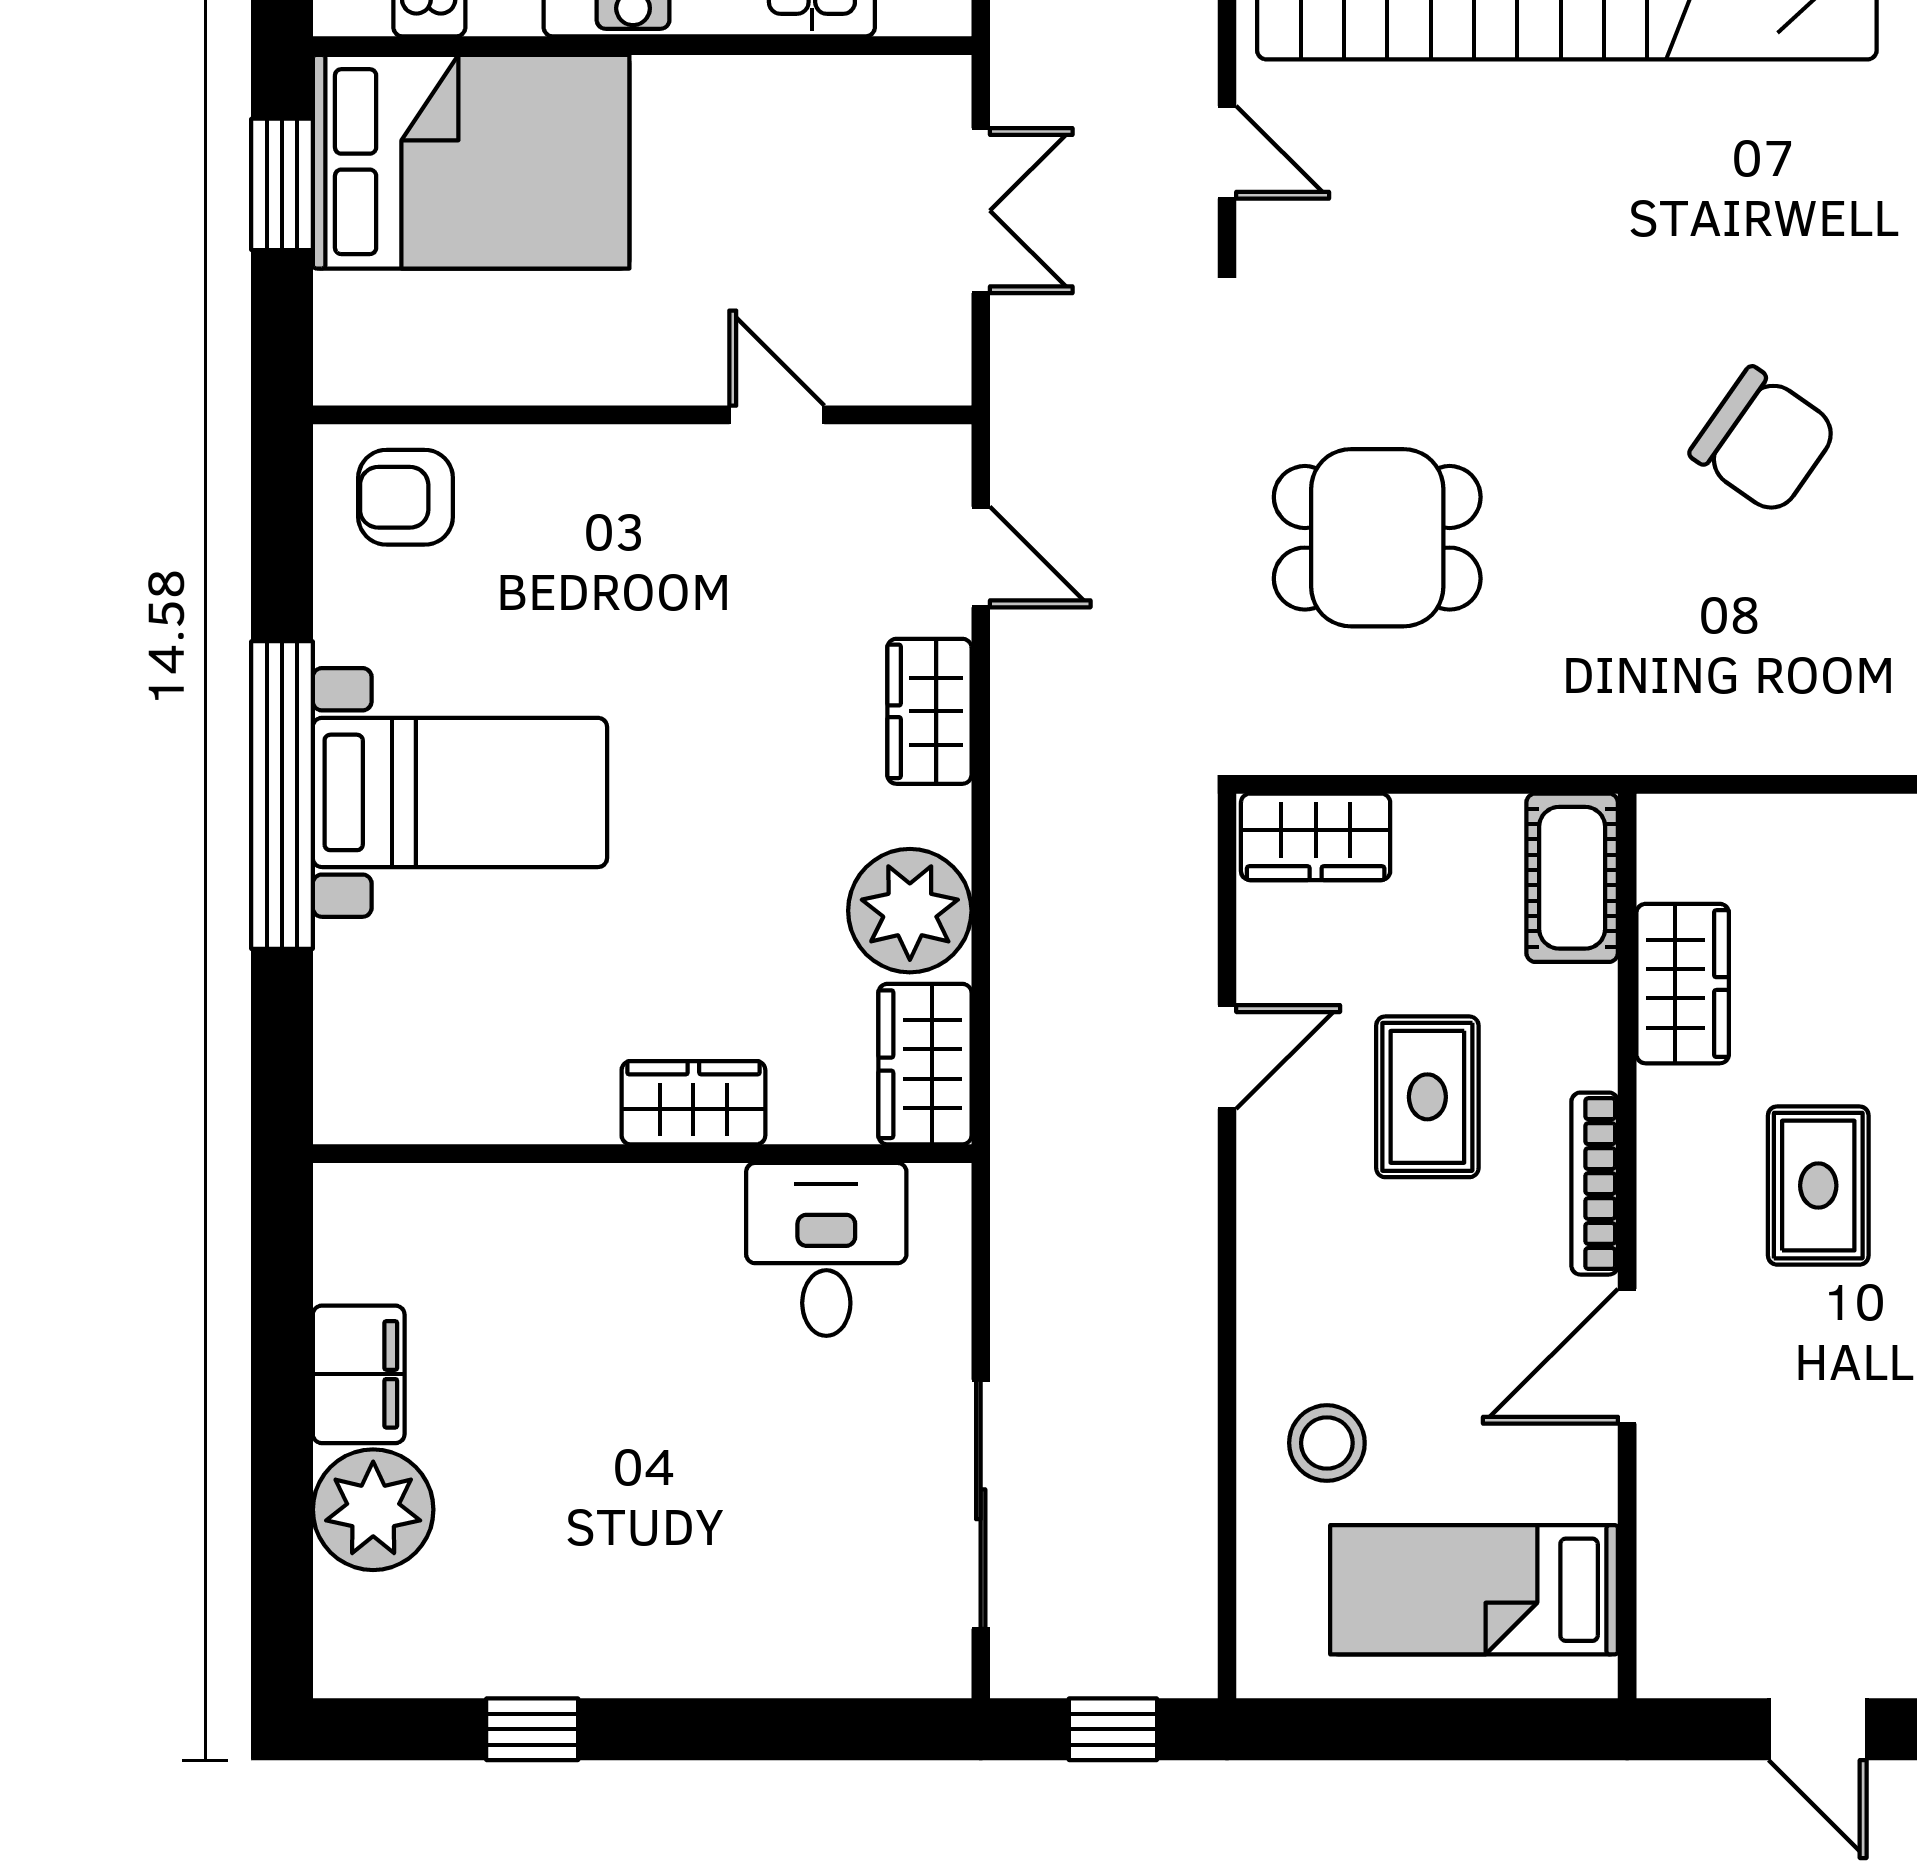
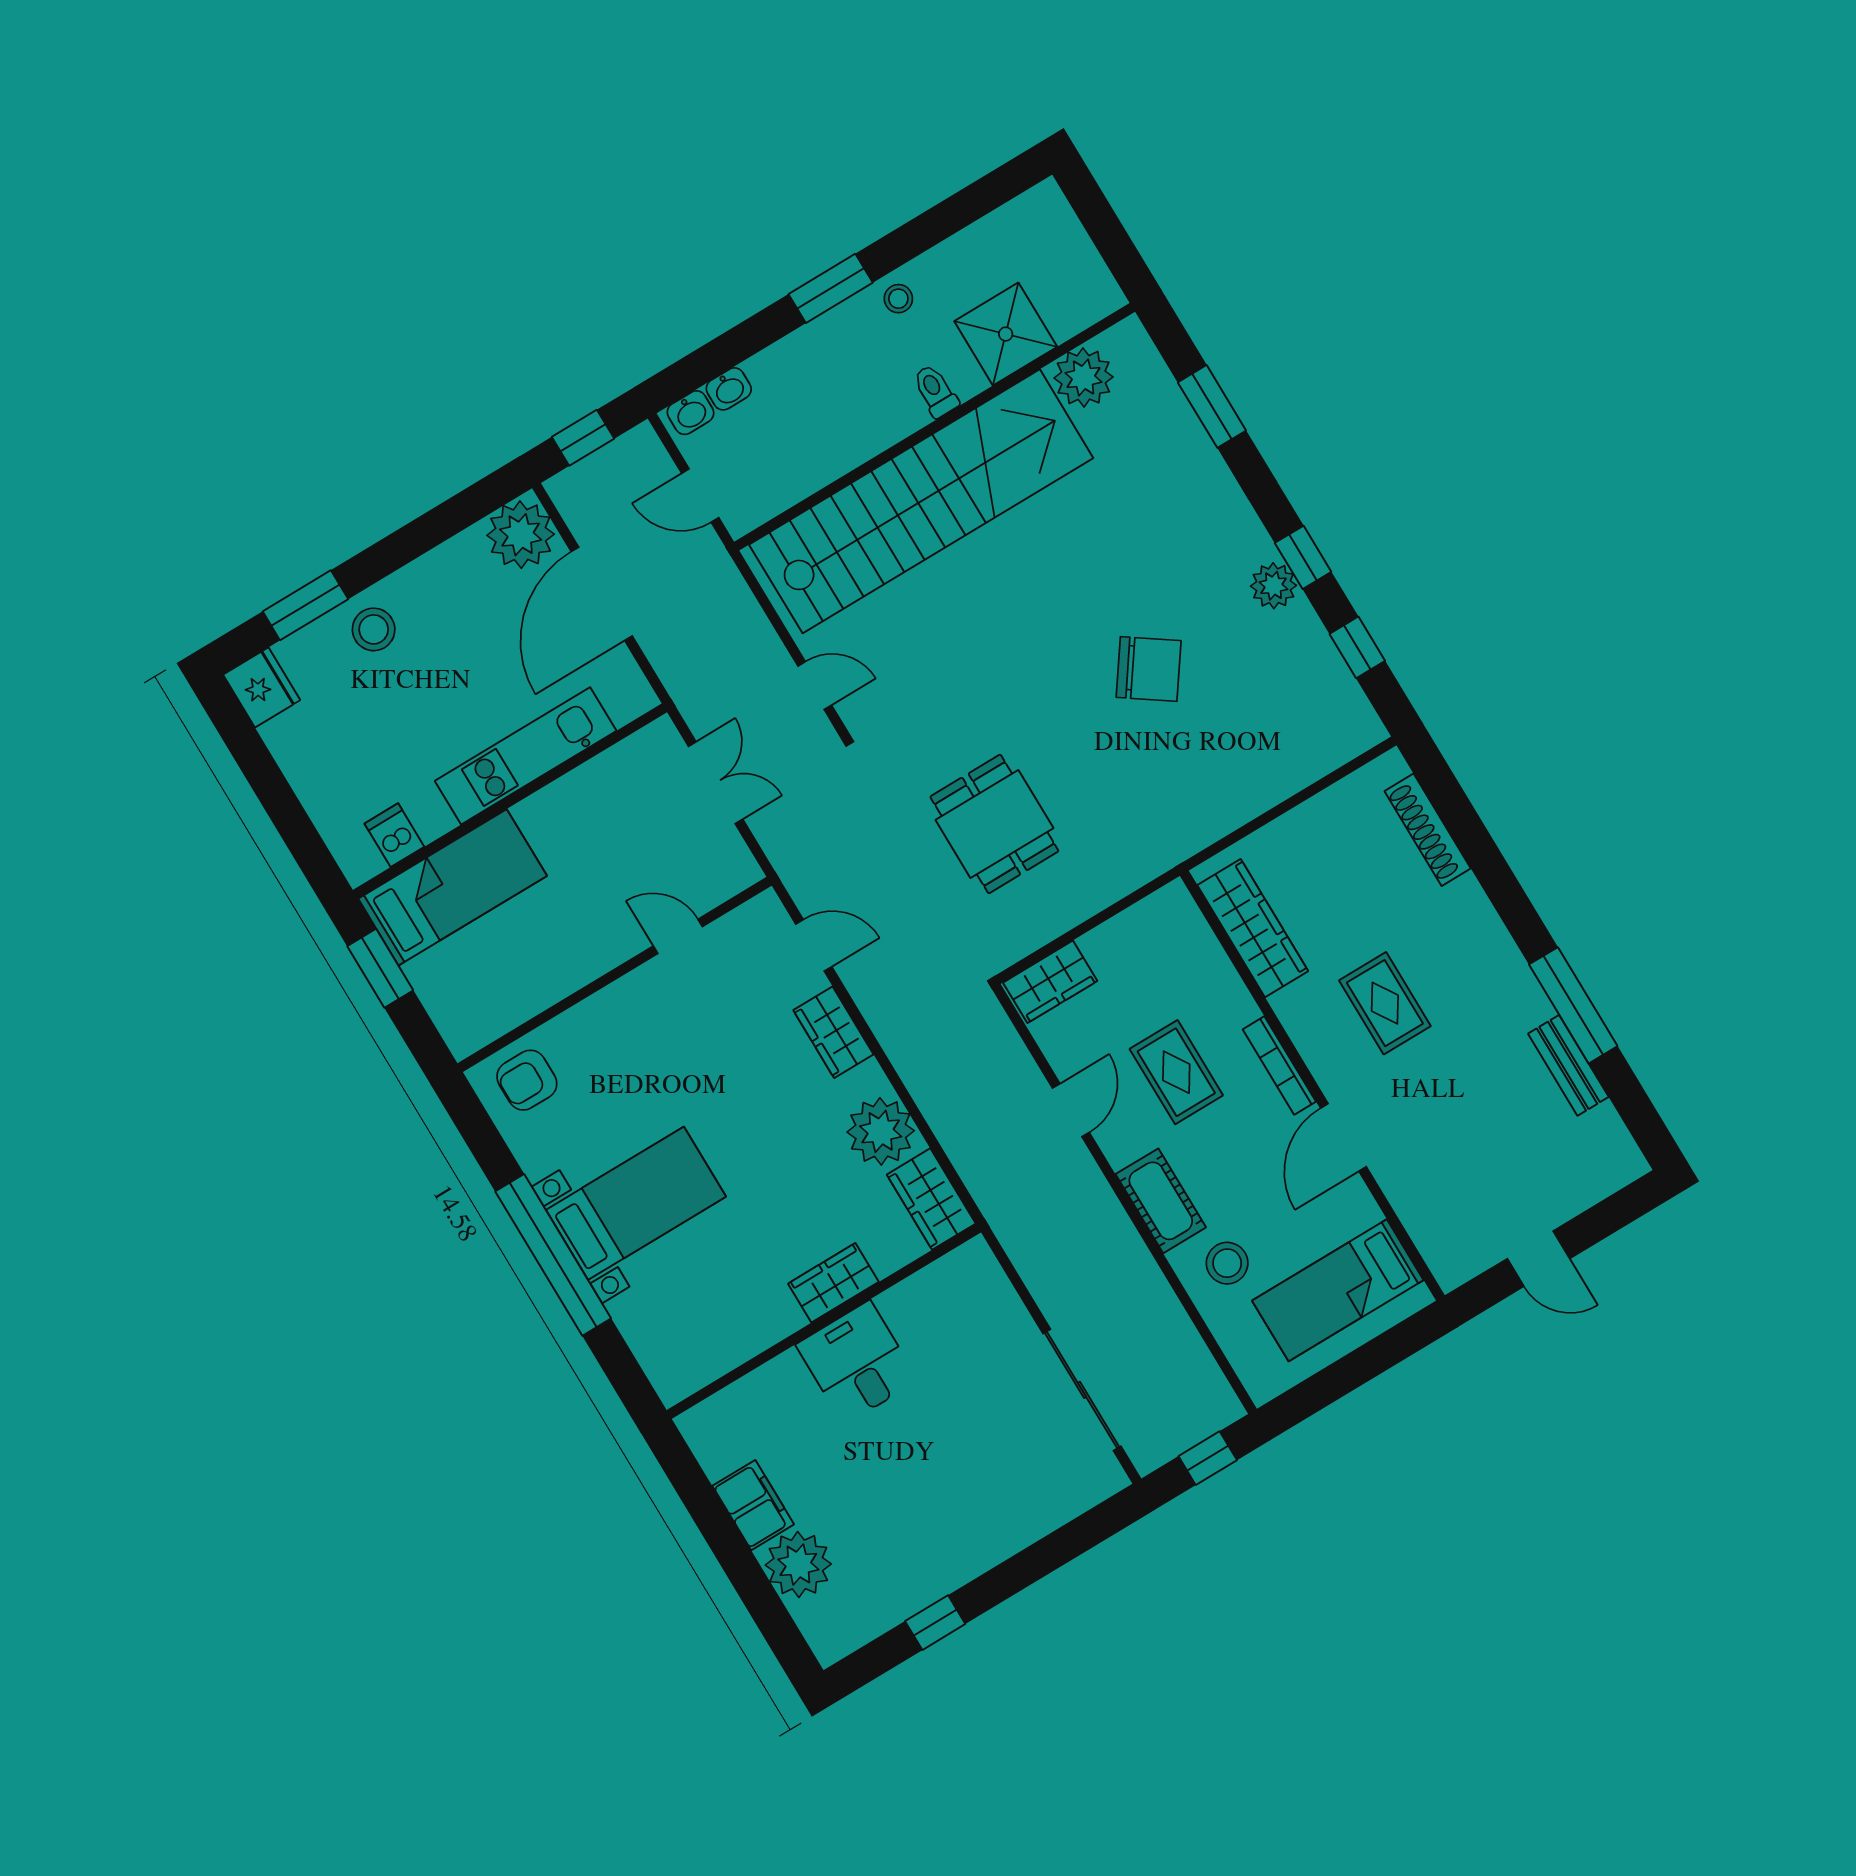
bed: (471, 162) -> (453, 887), width x0.67
dining table: (1377, 538) -> (994, 824), turned 90
cot: (1572, 878) -> (1161, 1201), moved
wardrobe: (1683, 984) -> (1253, 928), width x1.50
desk: (826, 1249) -> (857, 1362), moved

